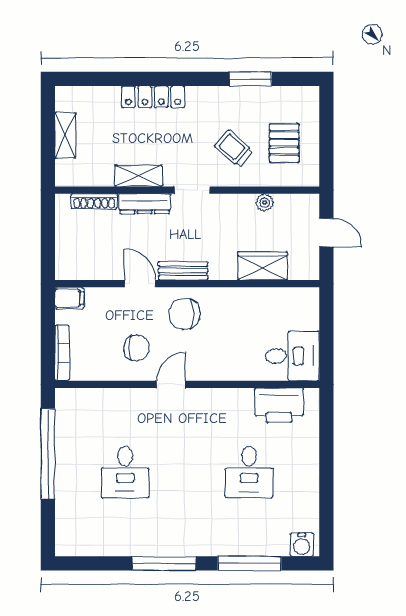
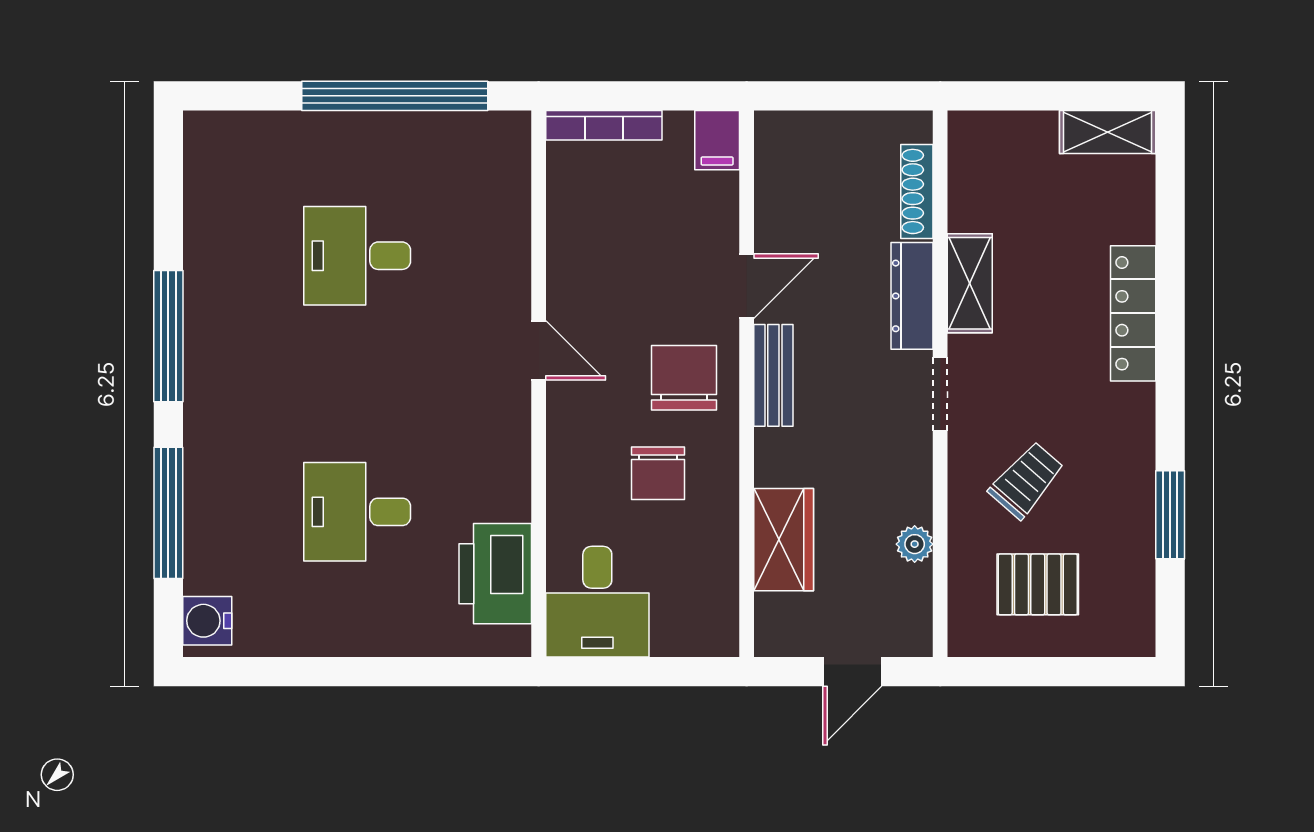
shelving: (65, 135) -> (1108, 132), moved
chair: (137, 348) -> (658, 473), moved

